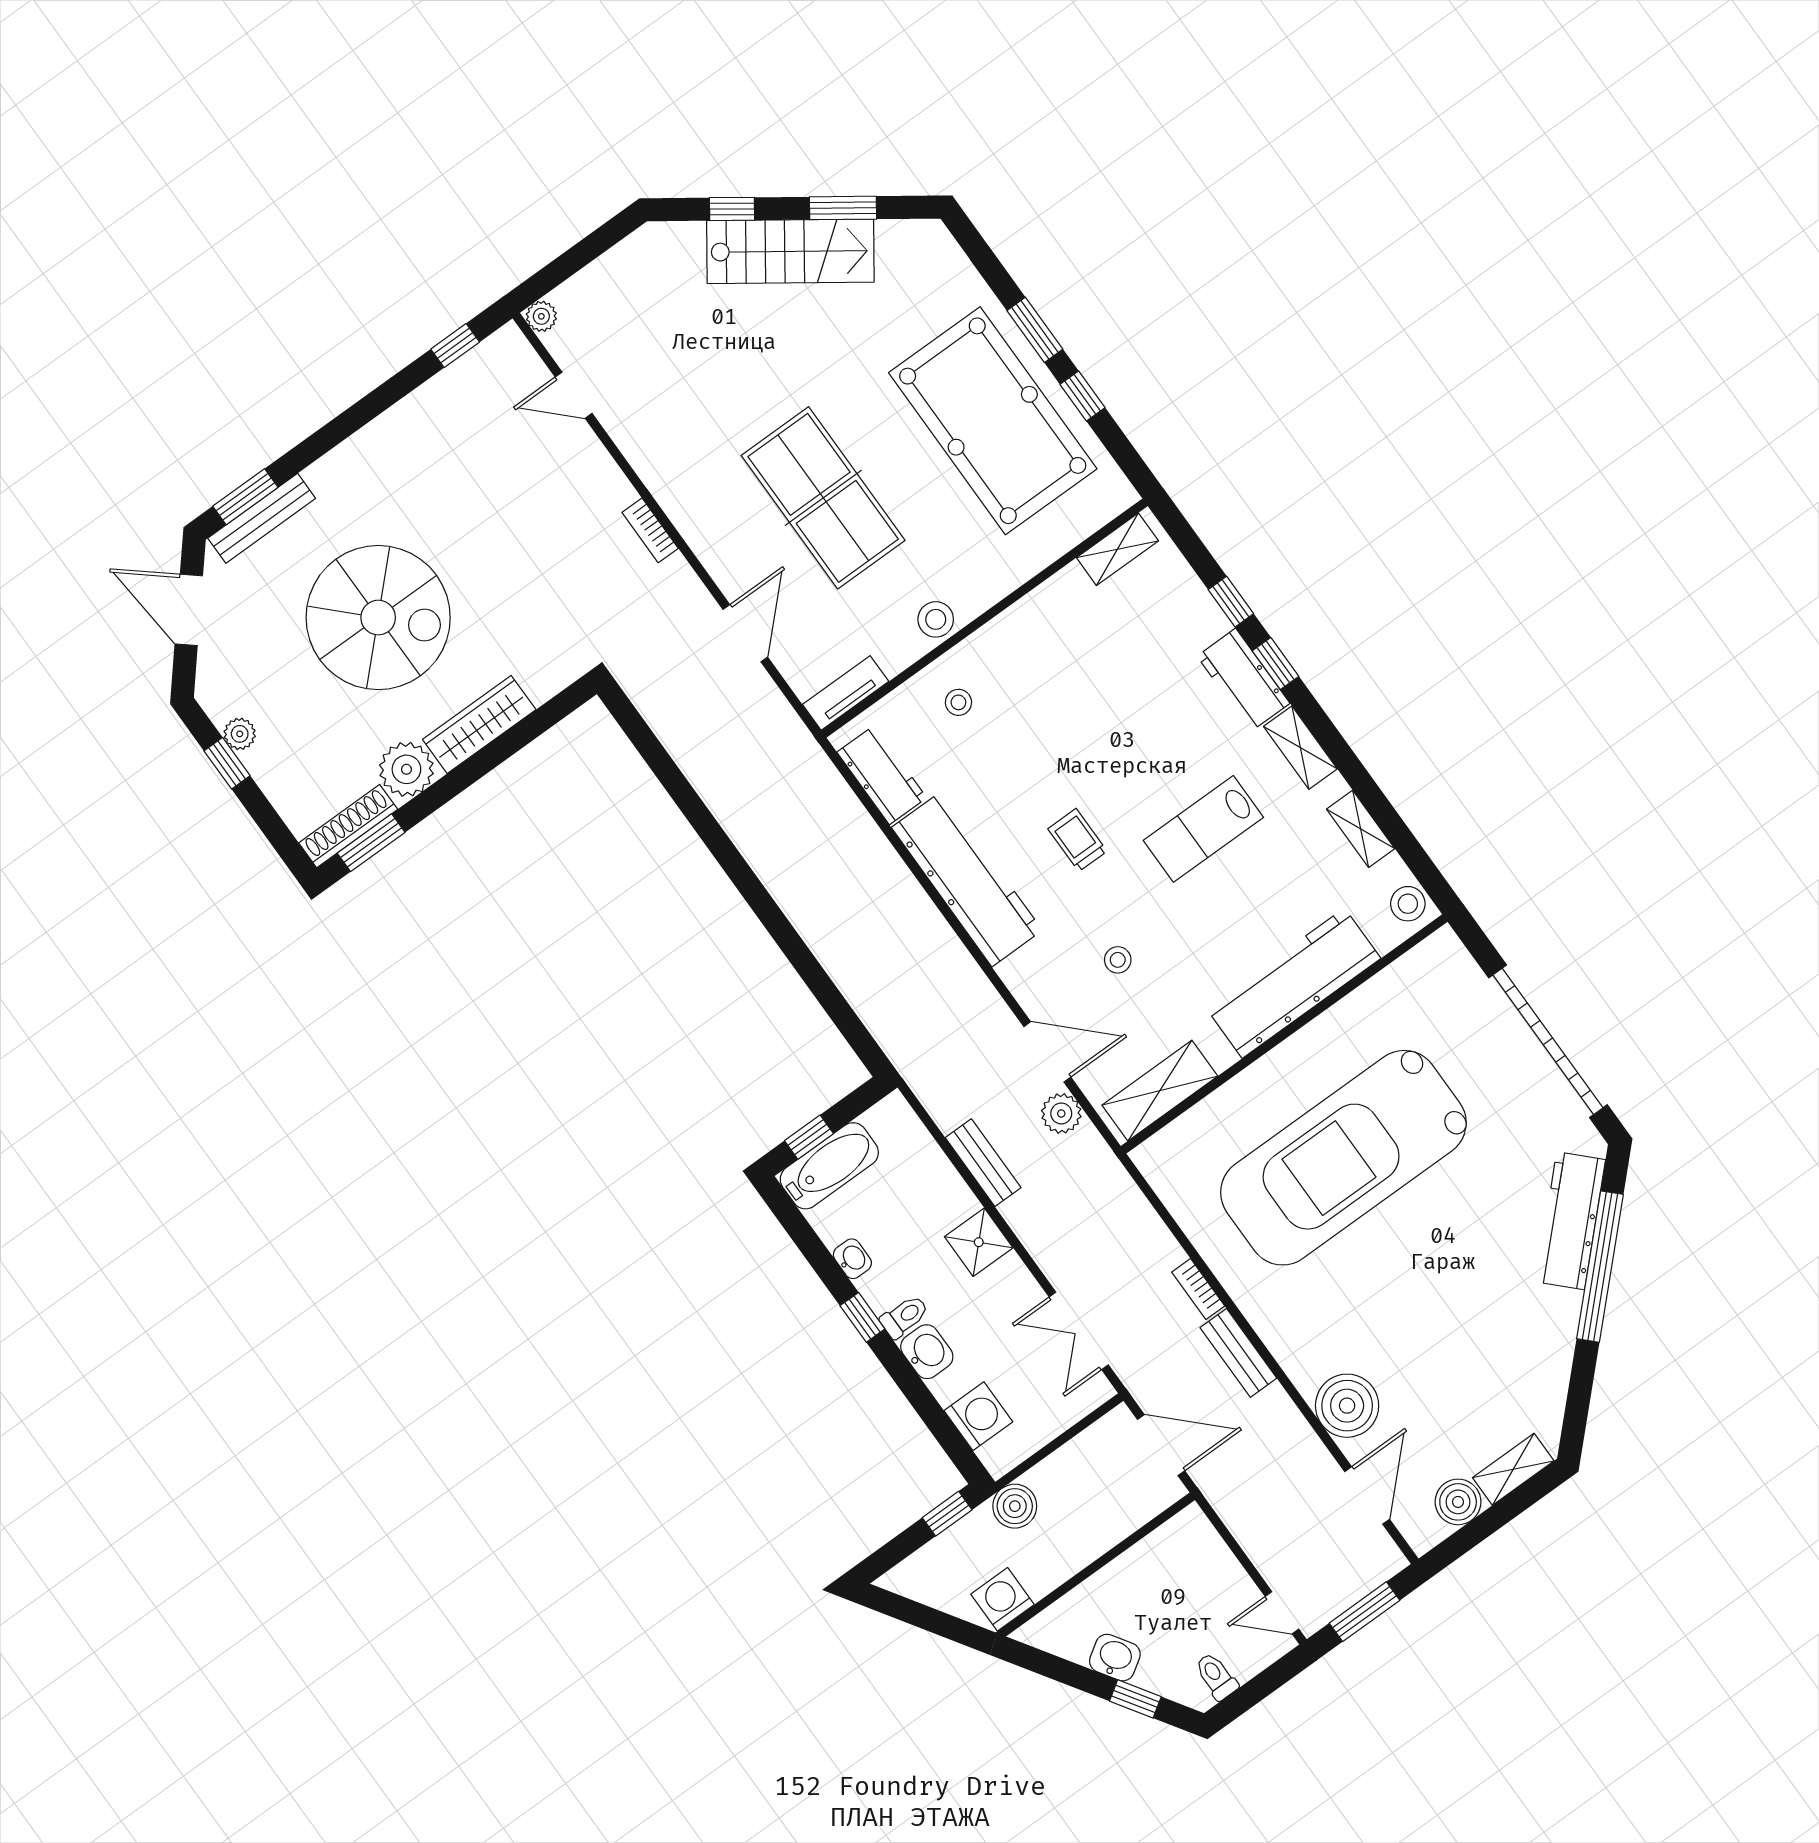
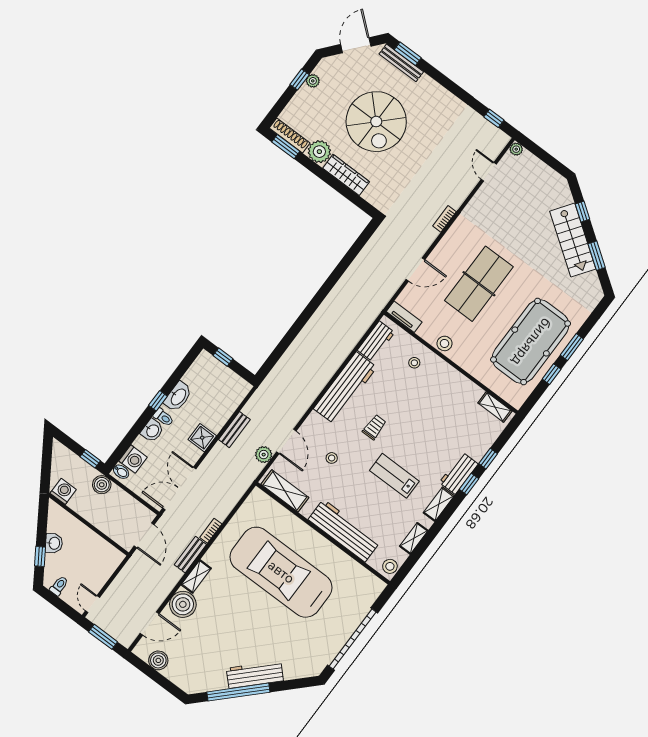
bathtub: (829, 1166) -> (214, 369), removed
workbench: (1571, 1221) -> (255, 675), moved
washbasin: (852, 1259) -> (178, 397), width x1.91, depth x1.45
window: (1600, 1267) -> (238, 692), moved
double door: (1079, 1331) -> (179, 488), width x1.37
bidet: (999, 1453) -> (121, 472), added
shelving: (1513, 1469) -> (196, 577), moved, turned 90

